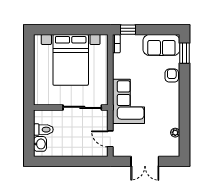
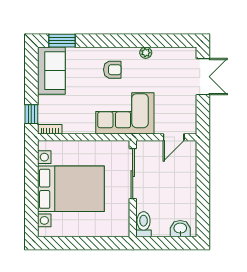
armchair: (172, 76) -> (112, 70), moved, turned 180
toilet: (43, 130) -> (144, 224), moved
plant: (175, 133) -> (146, 53), moved
double door: (145, 161) -> (203, 77), moved

